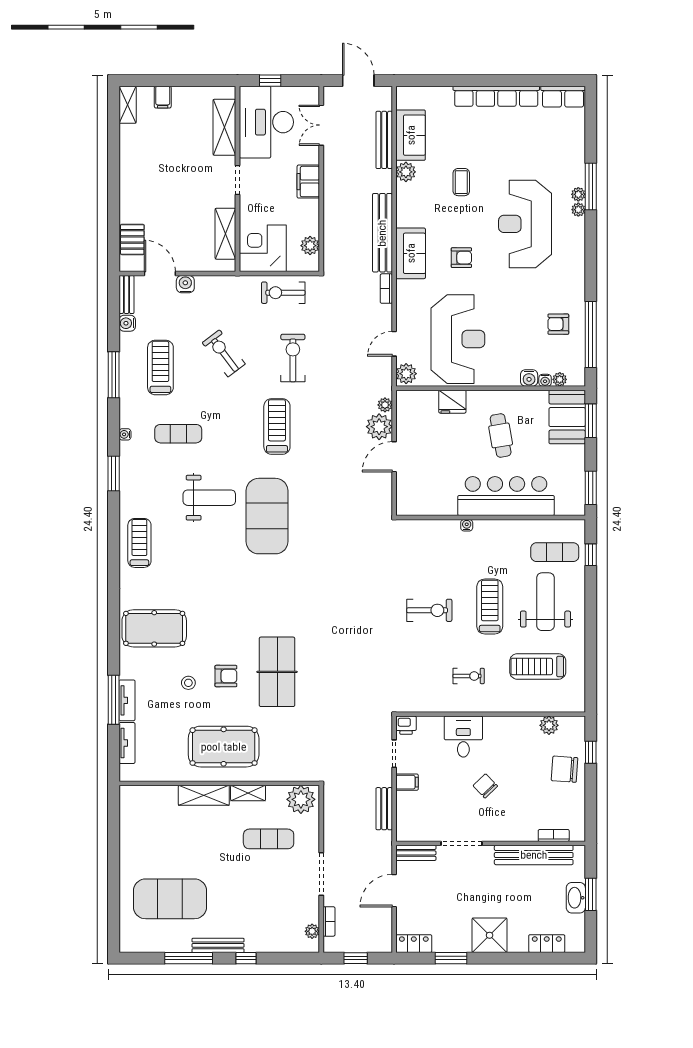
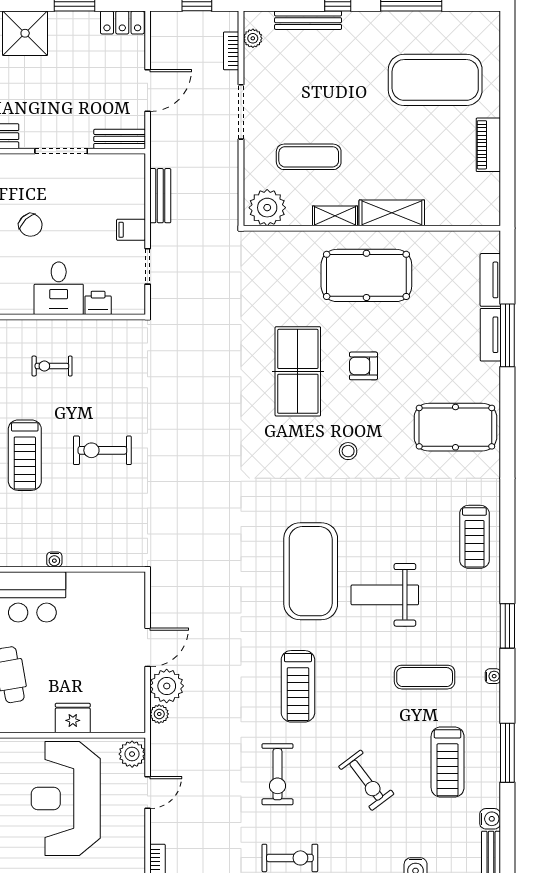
stool: (188, 683) -> (348, 451), moved
printer: (406, 725) -> (98, 303), moved
piano: (129, 848) -> (488, 145), added
bench: (218, 945) -> (308, 20), moved

